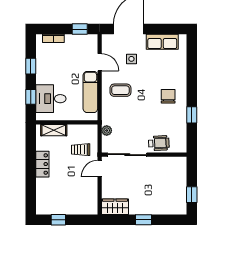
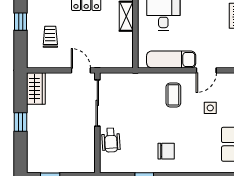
plant: (107, 131) -> (126, 79), removed
trolley: (81, 150) -> (50, 37), moved

